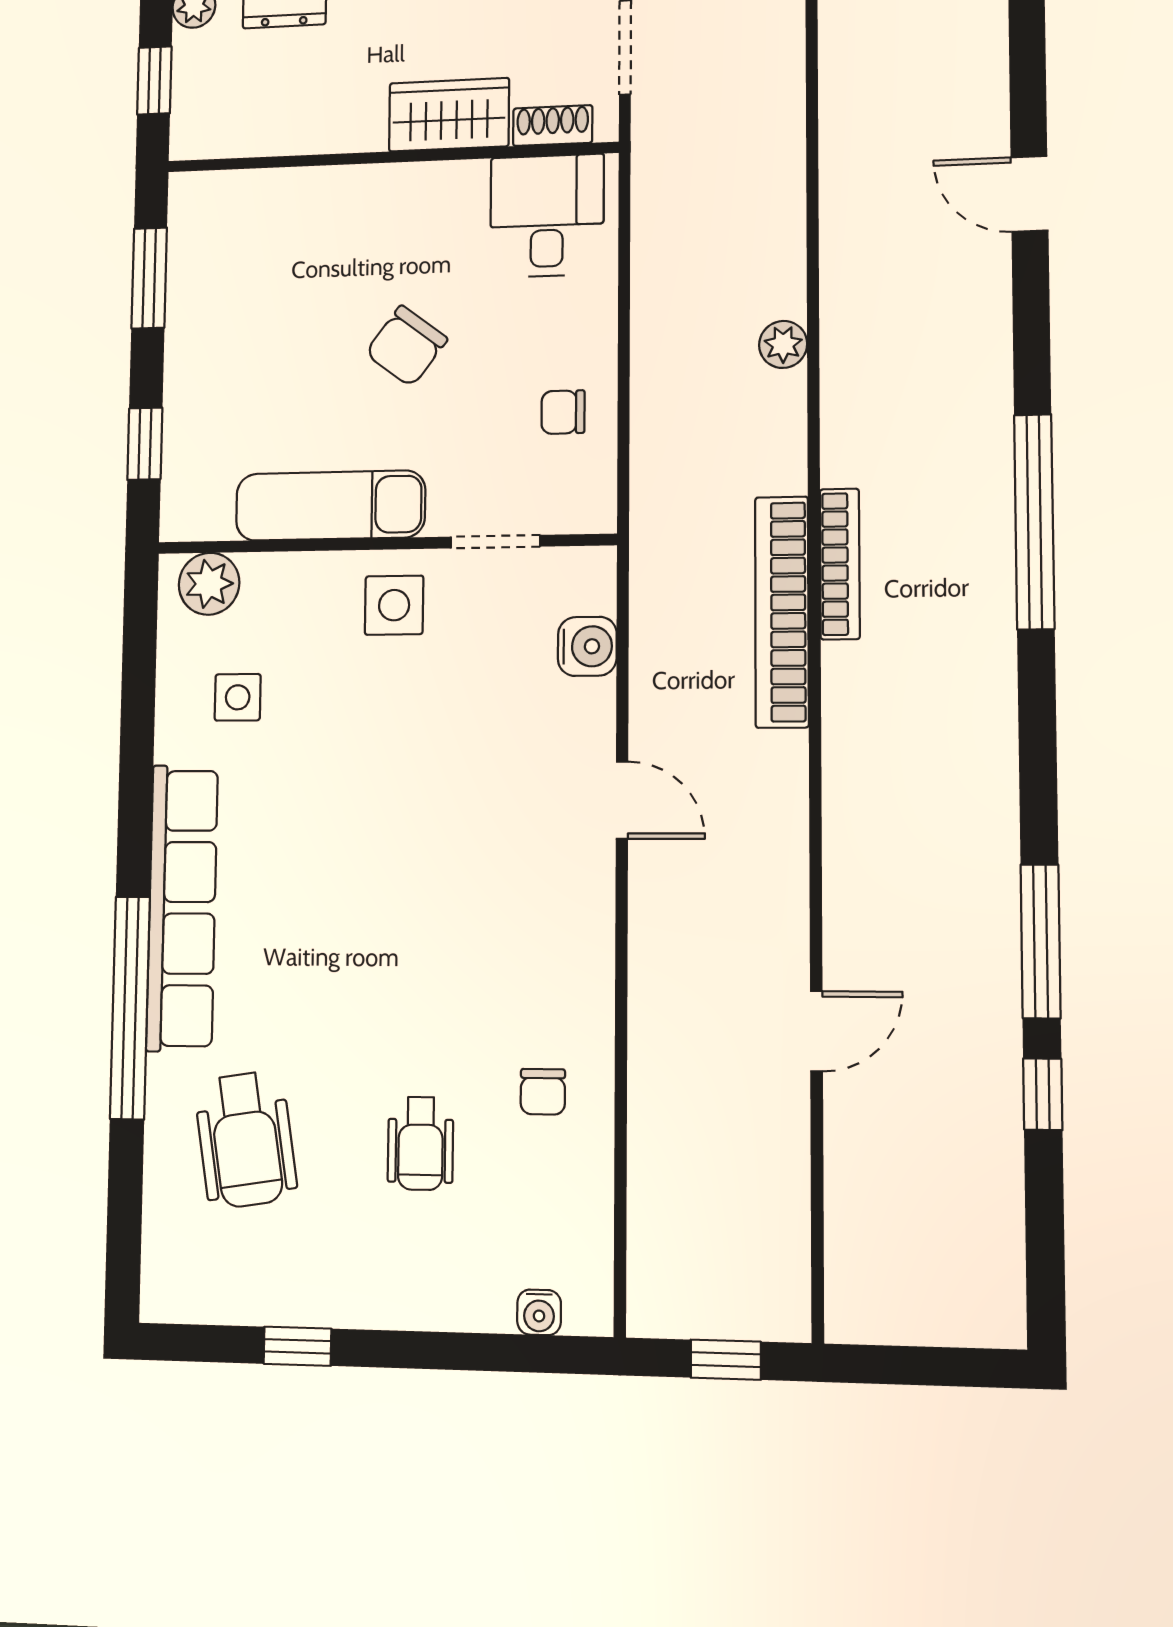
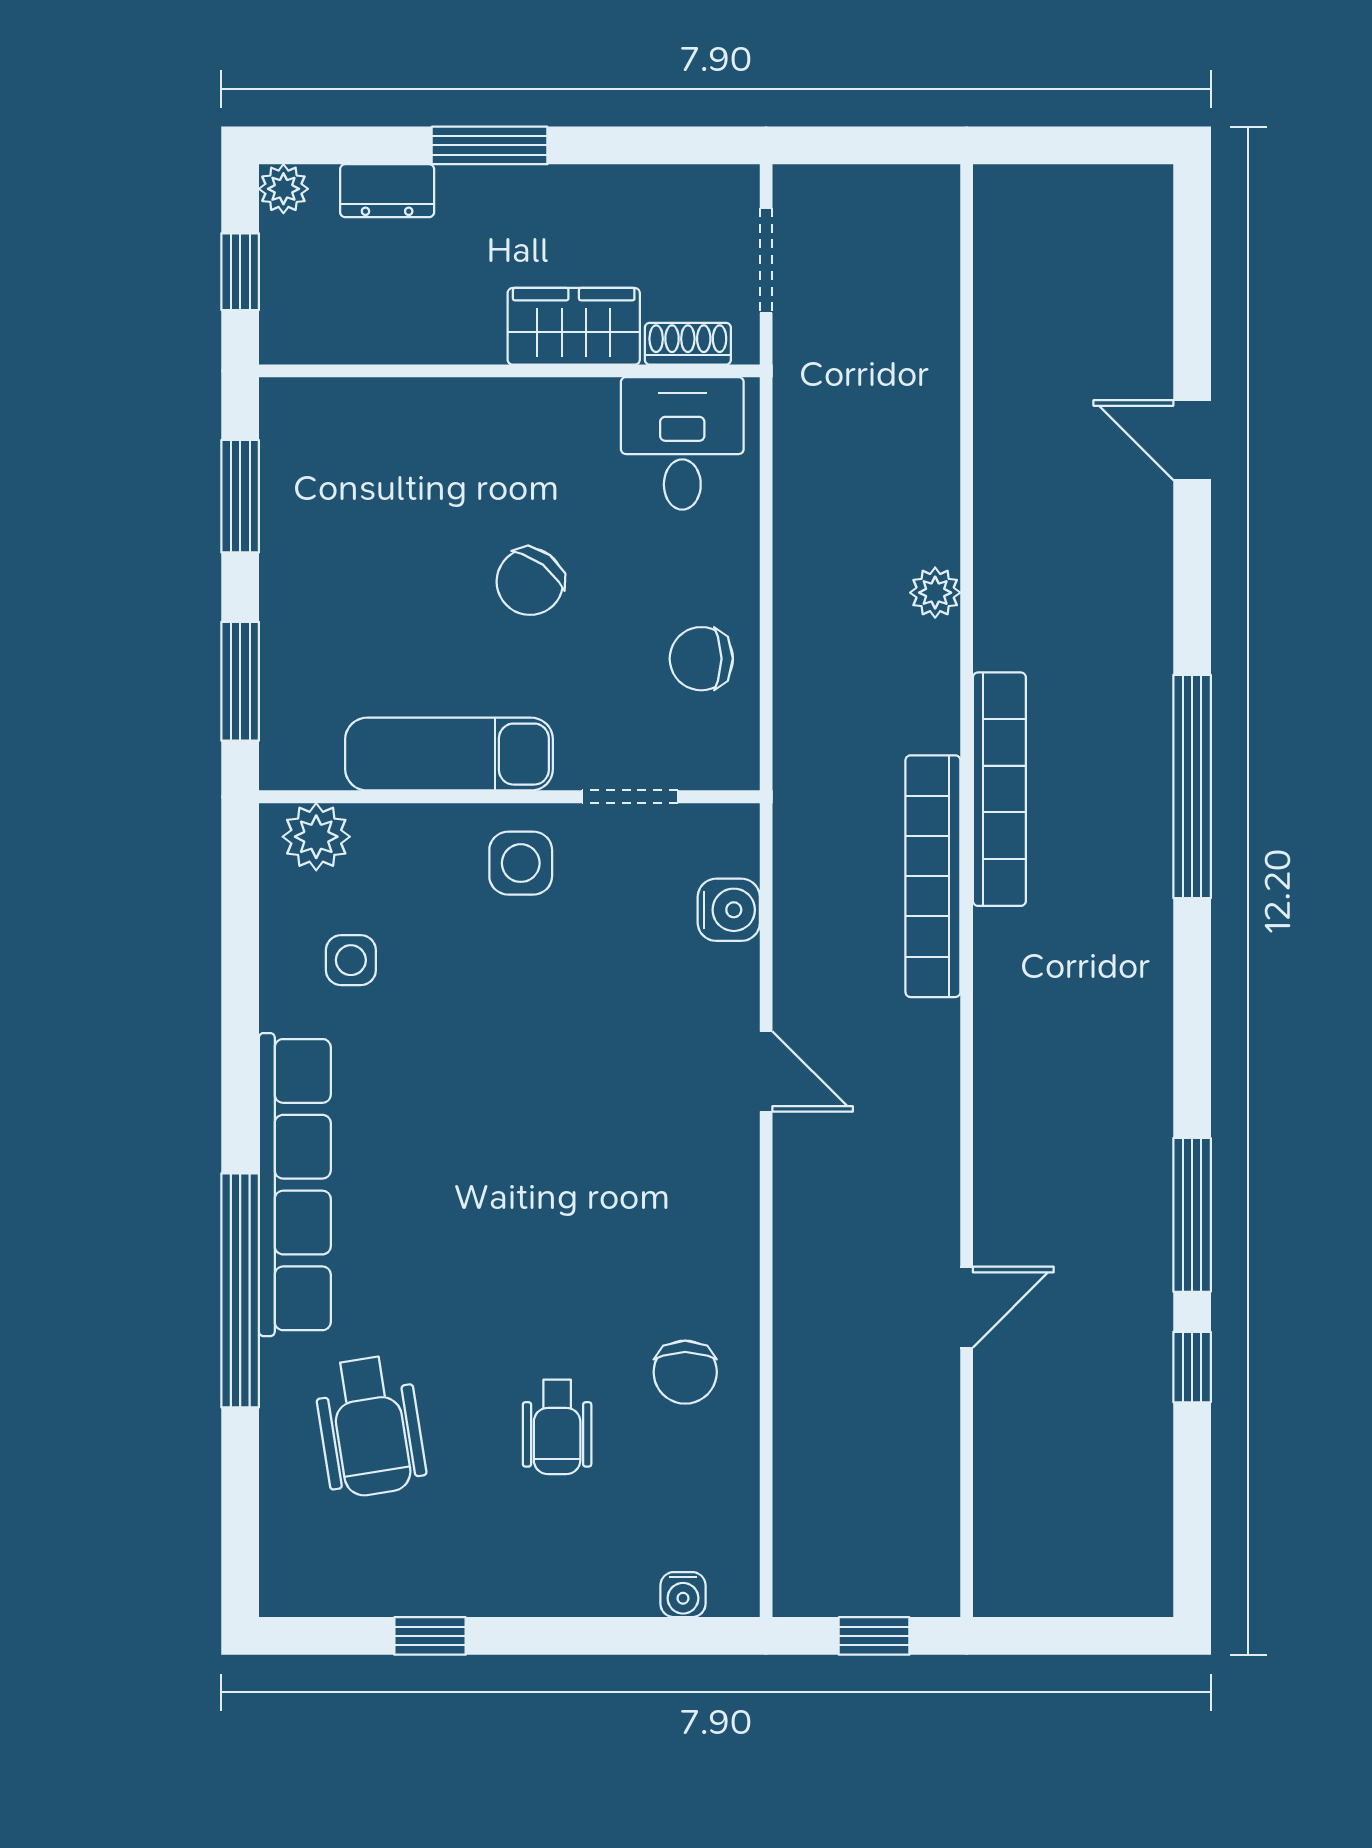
chair: (563, 412) -> (701, 659), width x1.37, depth x1.37
window: (145, 444) -> (240, 681), width x1.50
bookcase: (840, 564) -> (999, 789), width x1.48, depth x1.31
chair: (543, 1092) -> (685, 1372), width x1.37, depth x1.37

